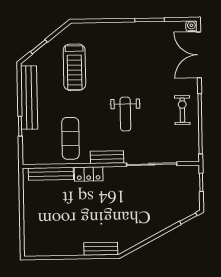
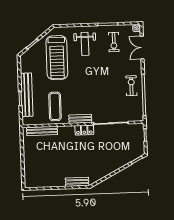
exercise bike: (158, 46) -> (114, 42), added
double door: (199, 55) -> (142, 48), width x0.73
treadmill: (74, 67) -> (57, 58), width x1.37, depth x1.38
bench: (29, 97) -> (27, 95), moved
weight bench: (125, 114) -> (85, 44), moved
locker: (89, 174) -> (84, 130), moved

